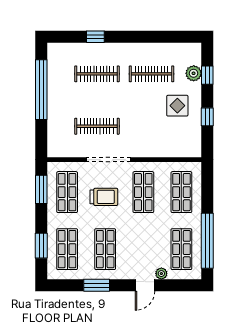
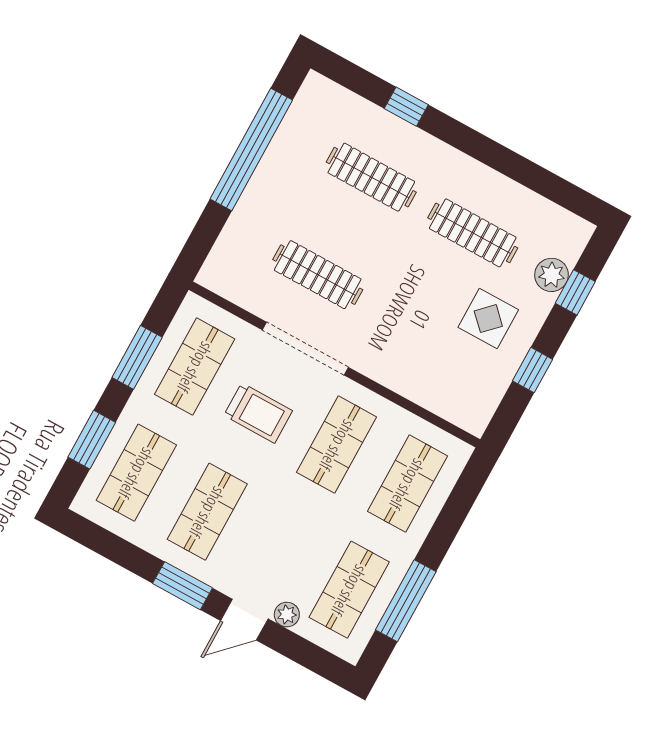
window: (41, 189) -> (137, 357), moved
window: (207, 241) -> (406, 601), width x0.68
window: (97, 285) -> (183, 586), moved

